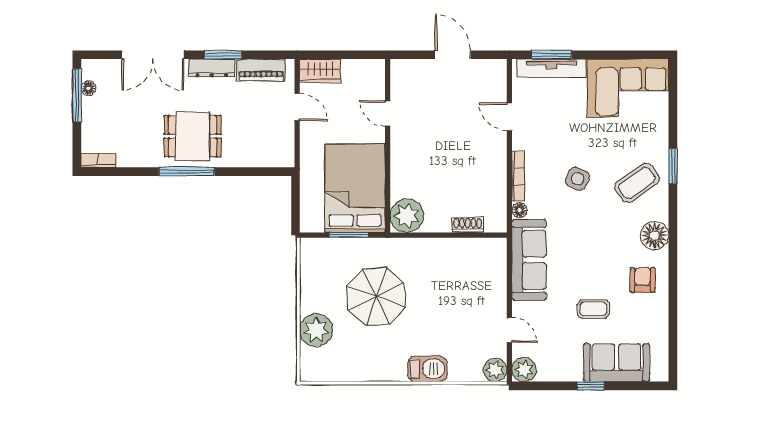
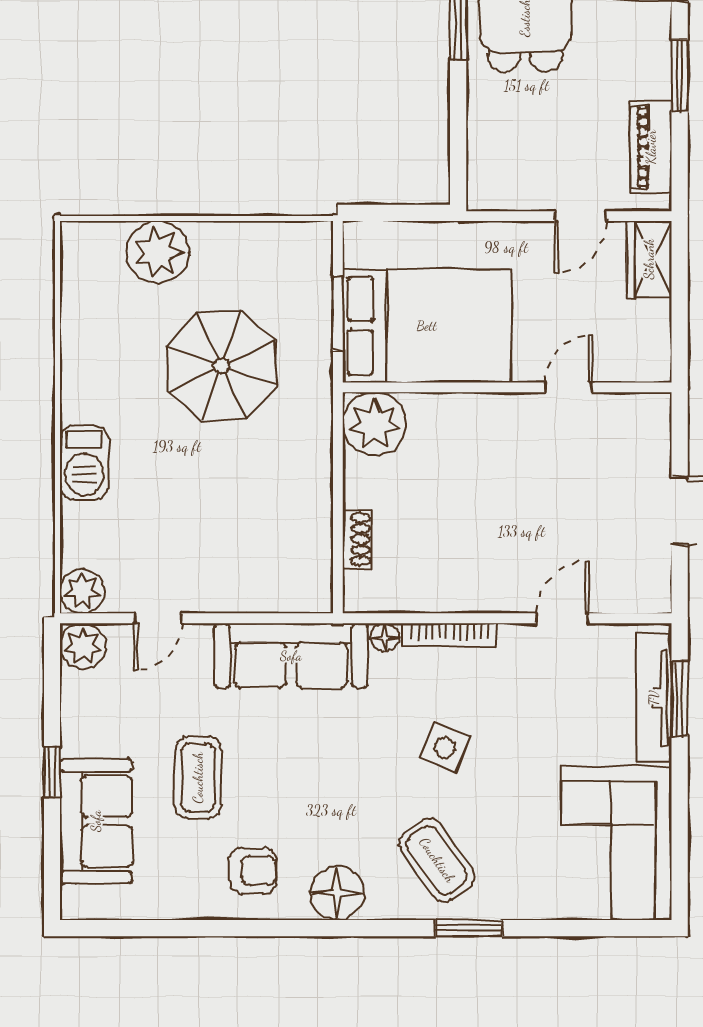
dresser: (212, 68) -> (654, 54), removed
coffee table: (593, 309) -> (198, 778), width x1.36, depth x1.30

